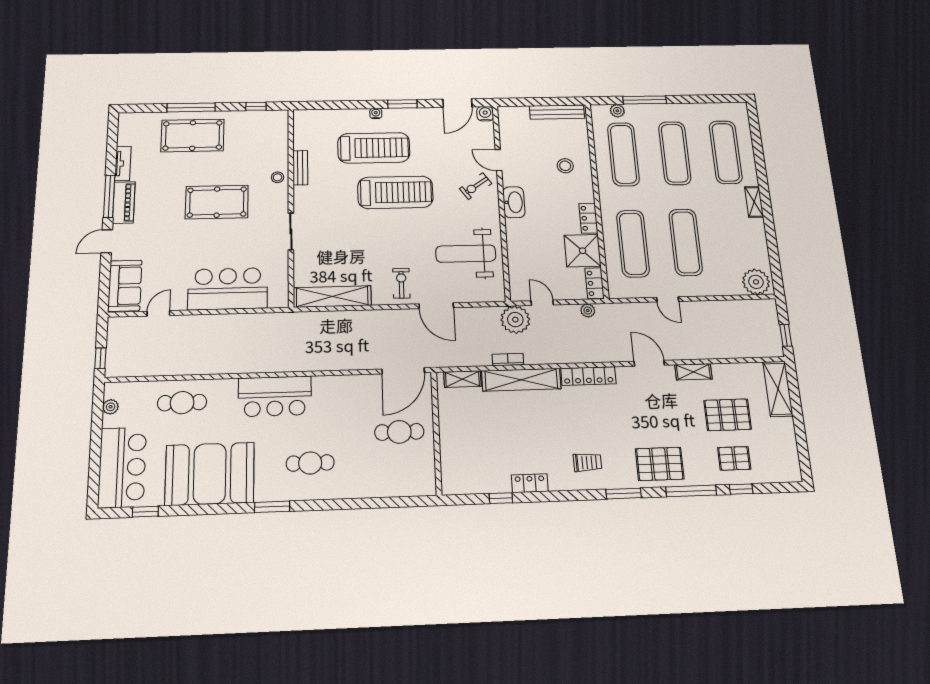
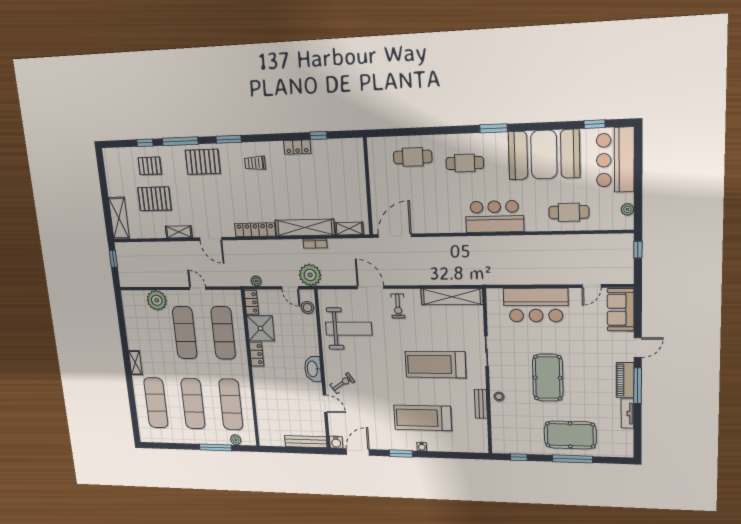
bench: (557, 112) -> (306, 442), moved
stool: (565, 166) -> (307, 308), moved
treadmill: (395, 192) -> (435, 365), moved
pool table: (217, 202) -> (548, 378), turned 90
plant: (756, 282) -> (157, 300), moved
cafe table: (399, 432) -> (413, 157), moved

